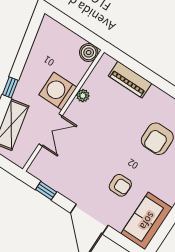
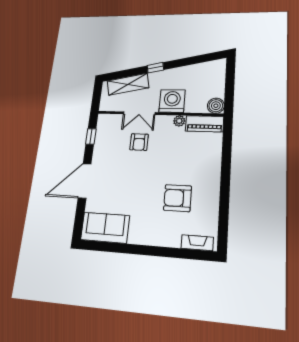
piano: (130, 80) -> (205, 124), moved, turned -90
armchair: (120, 185) -> (139, 142), moved

